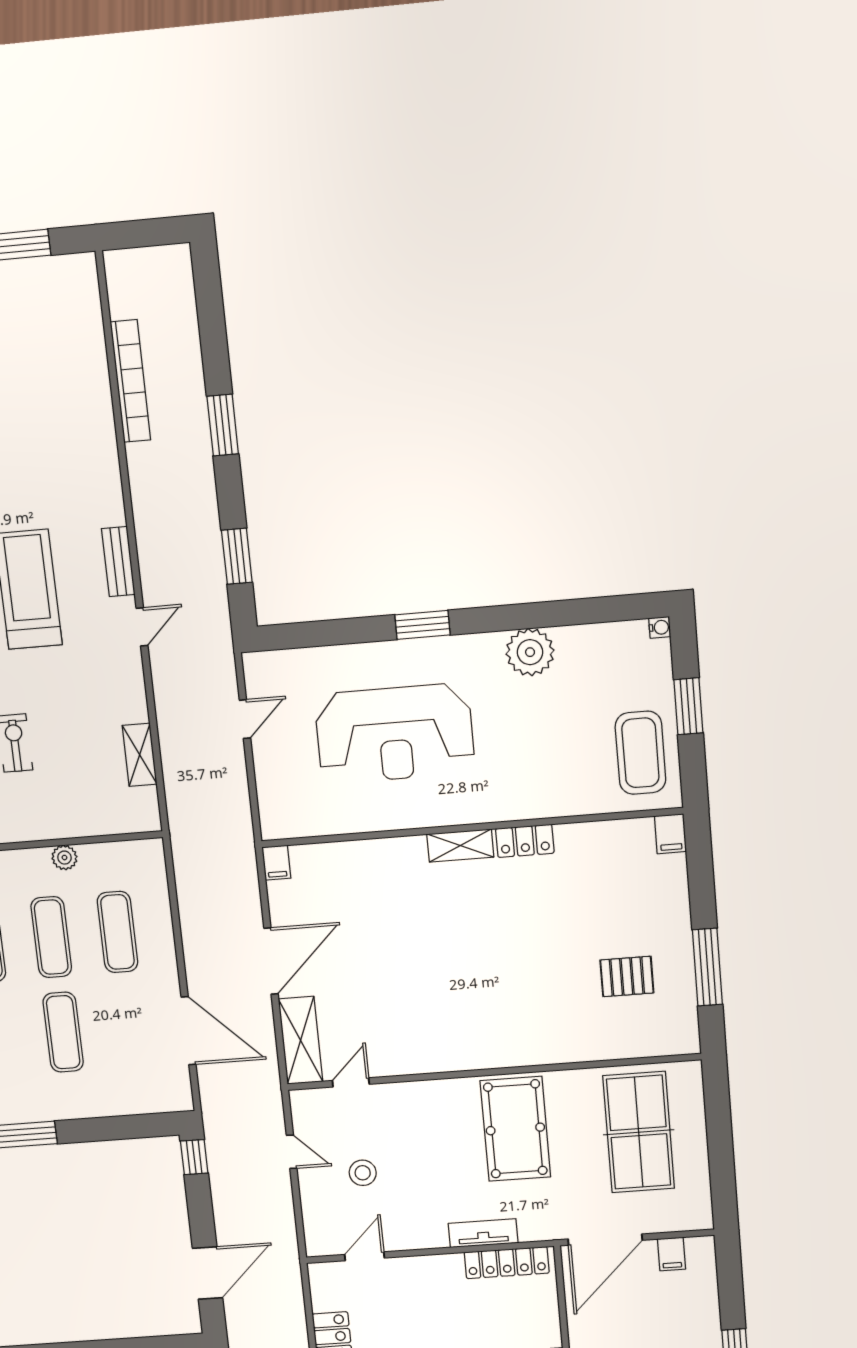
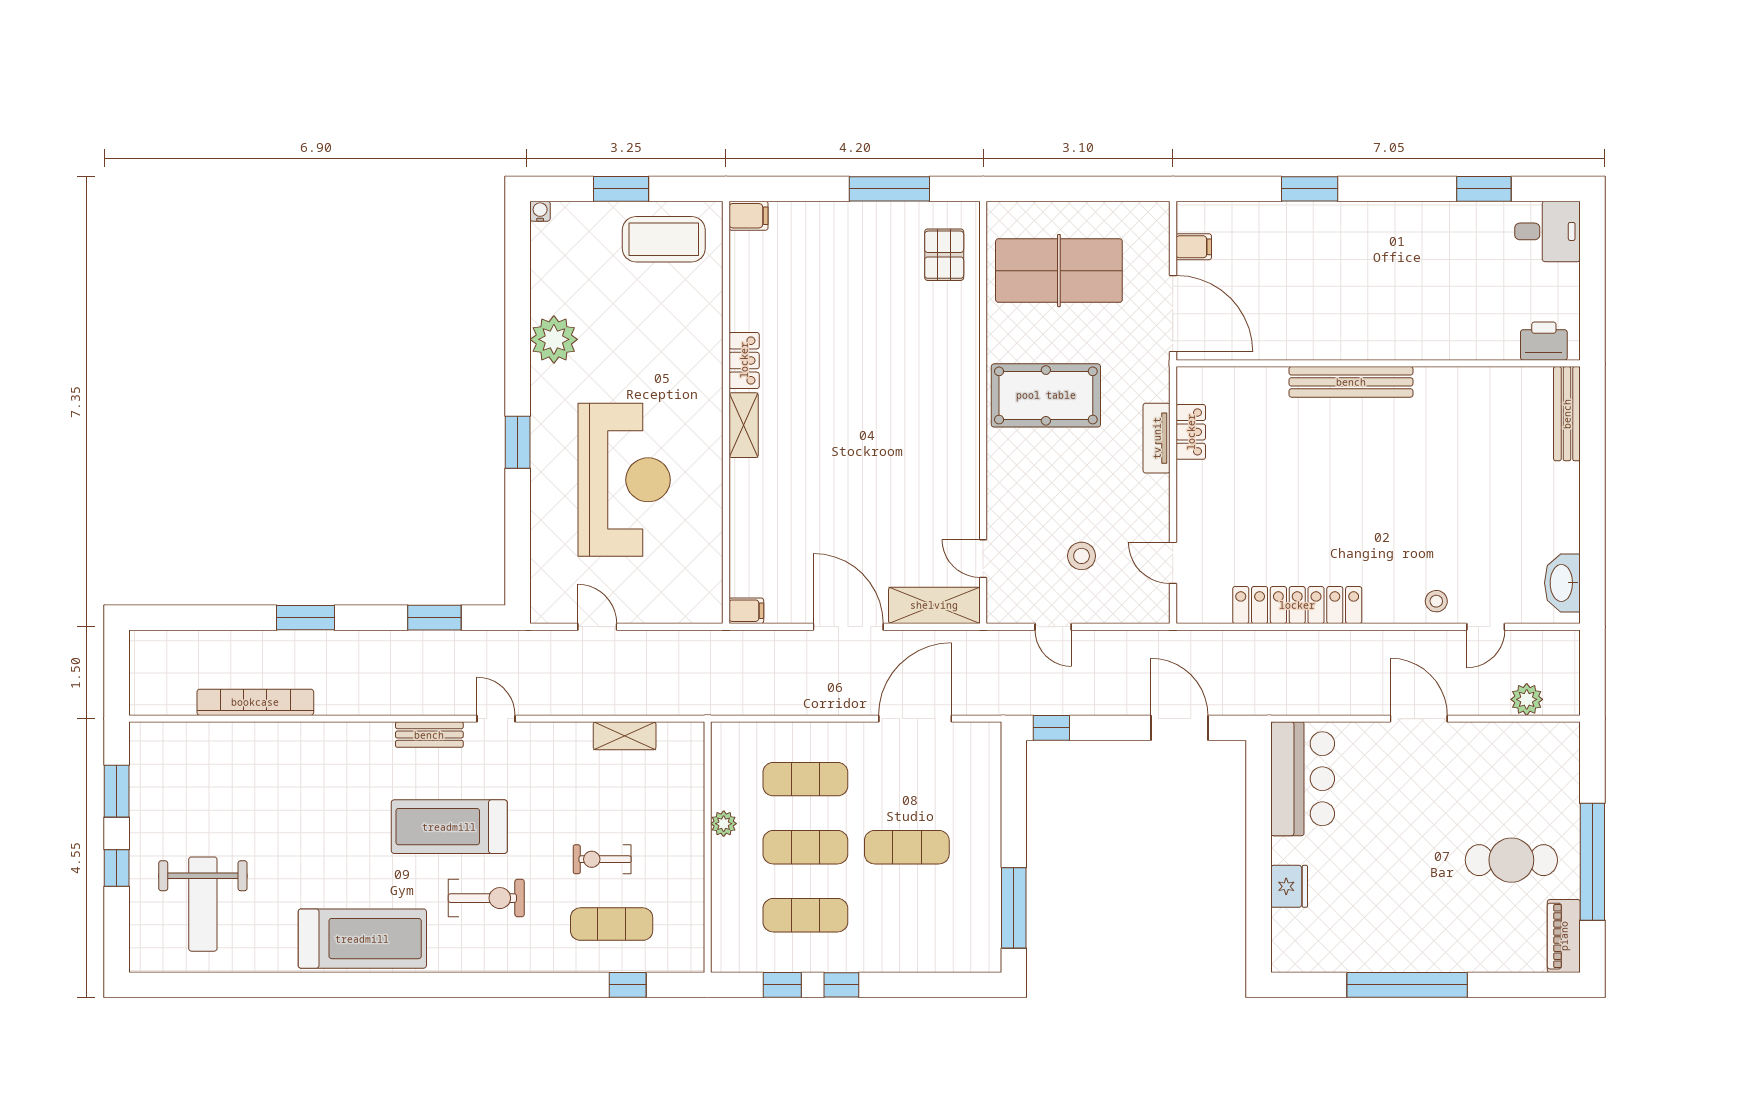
pallet: (627, 976) -> (944, 255), moved
door: (292, 1152) -> (1053, 627), swing flipped
locker: (507, 1263) -> (1191, 432), width x0.66

